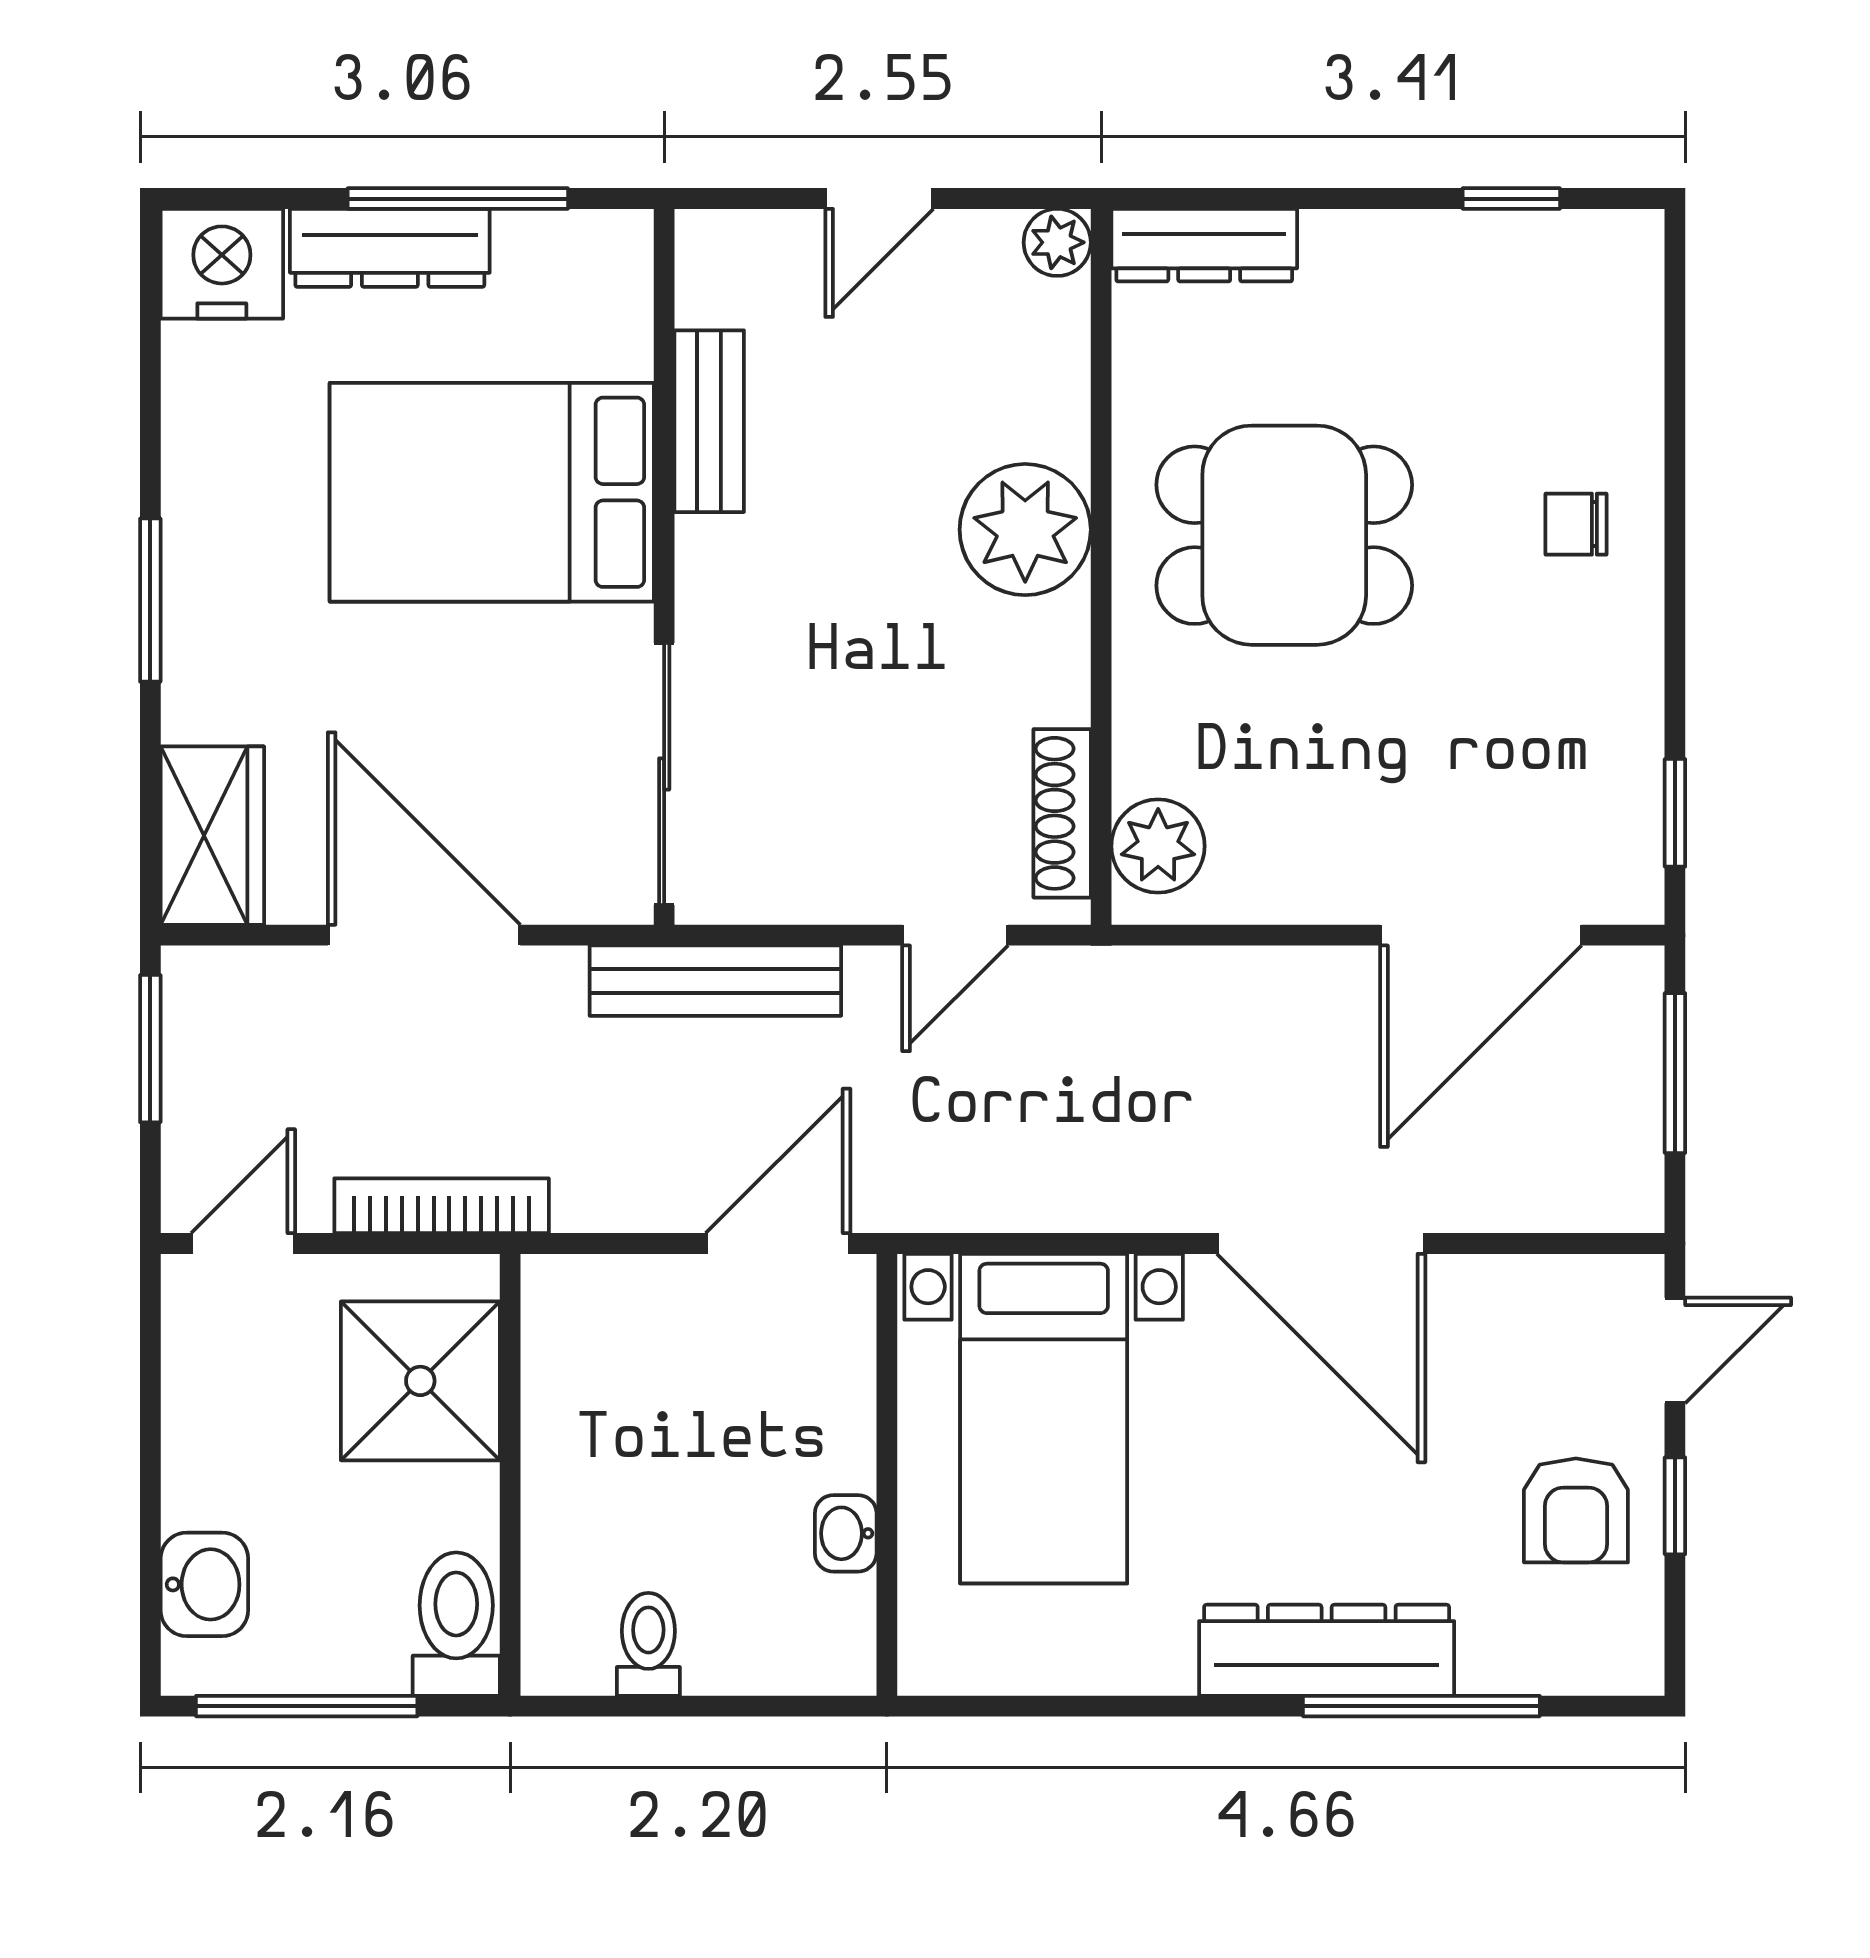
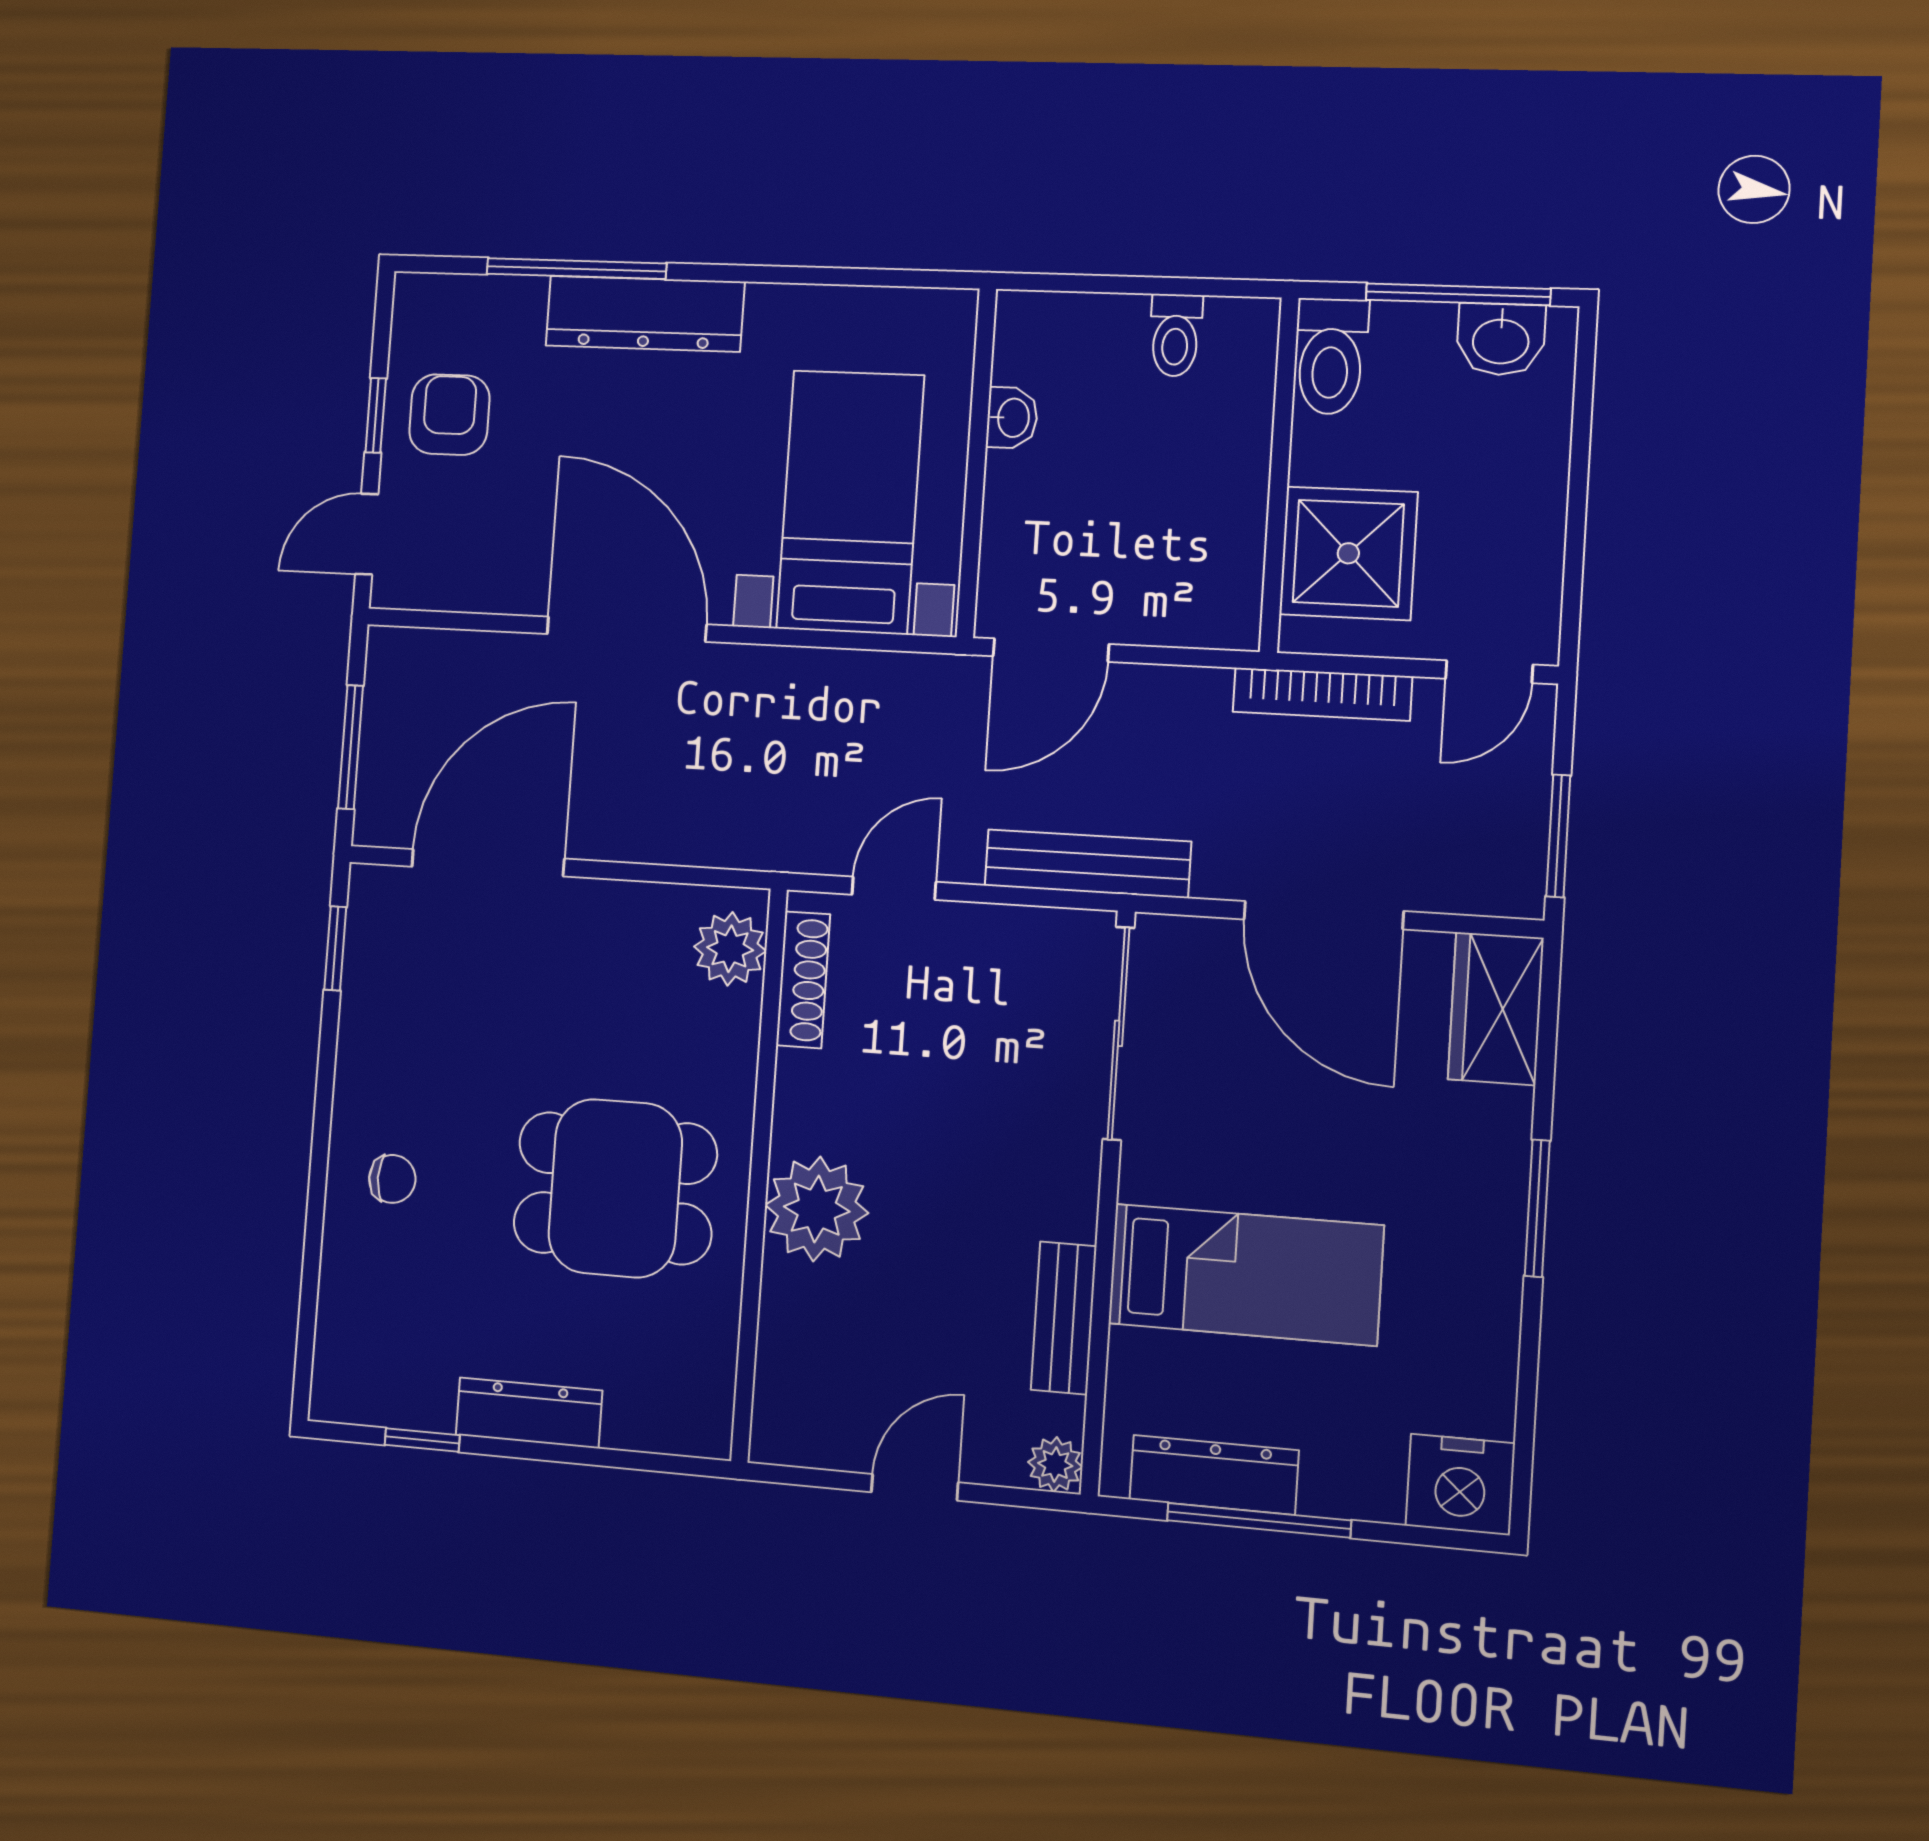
plant: (1057, 242) -> (1055, 1464), moved
dresser: (1204, 245) -> (529, 1413), moved
dresser: (390, 248) -> (1214, 1475), moved
bed: (492, 492) -> (1245, 1275), width x0.67
washbasin: (204, 1584) -> (1501, 339), moved, turned -90

